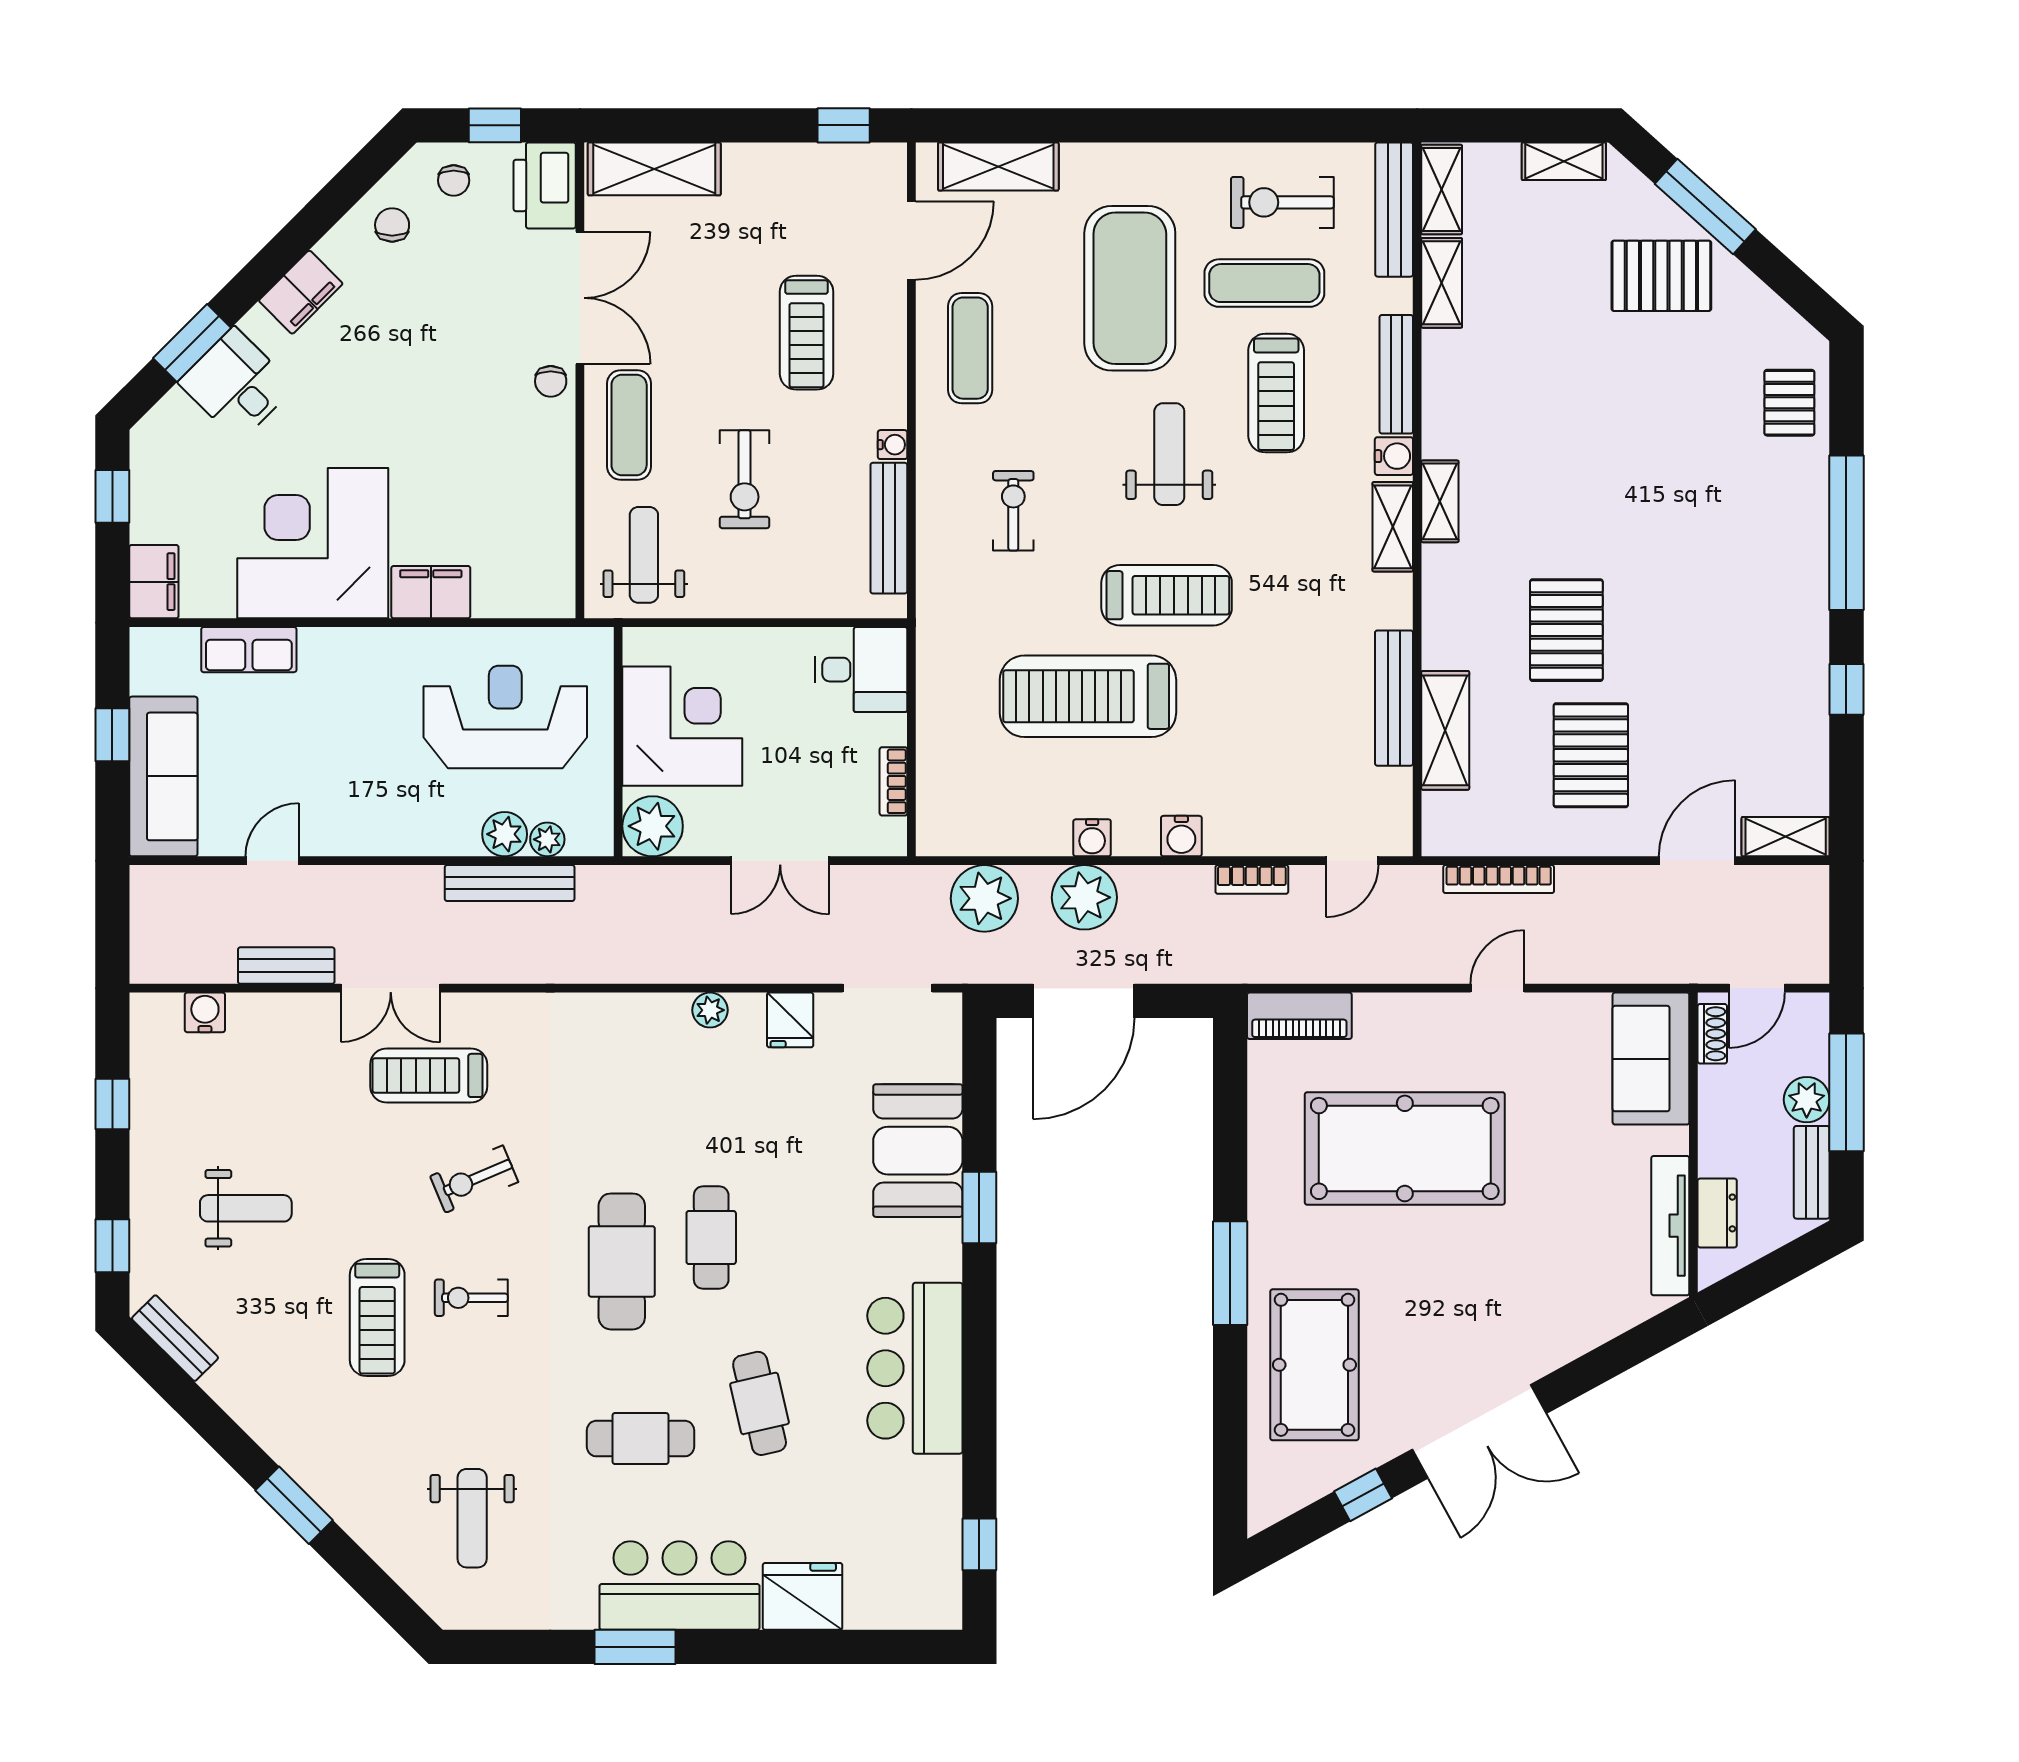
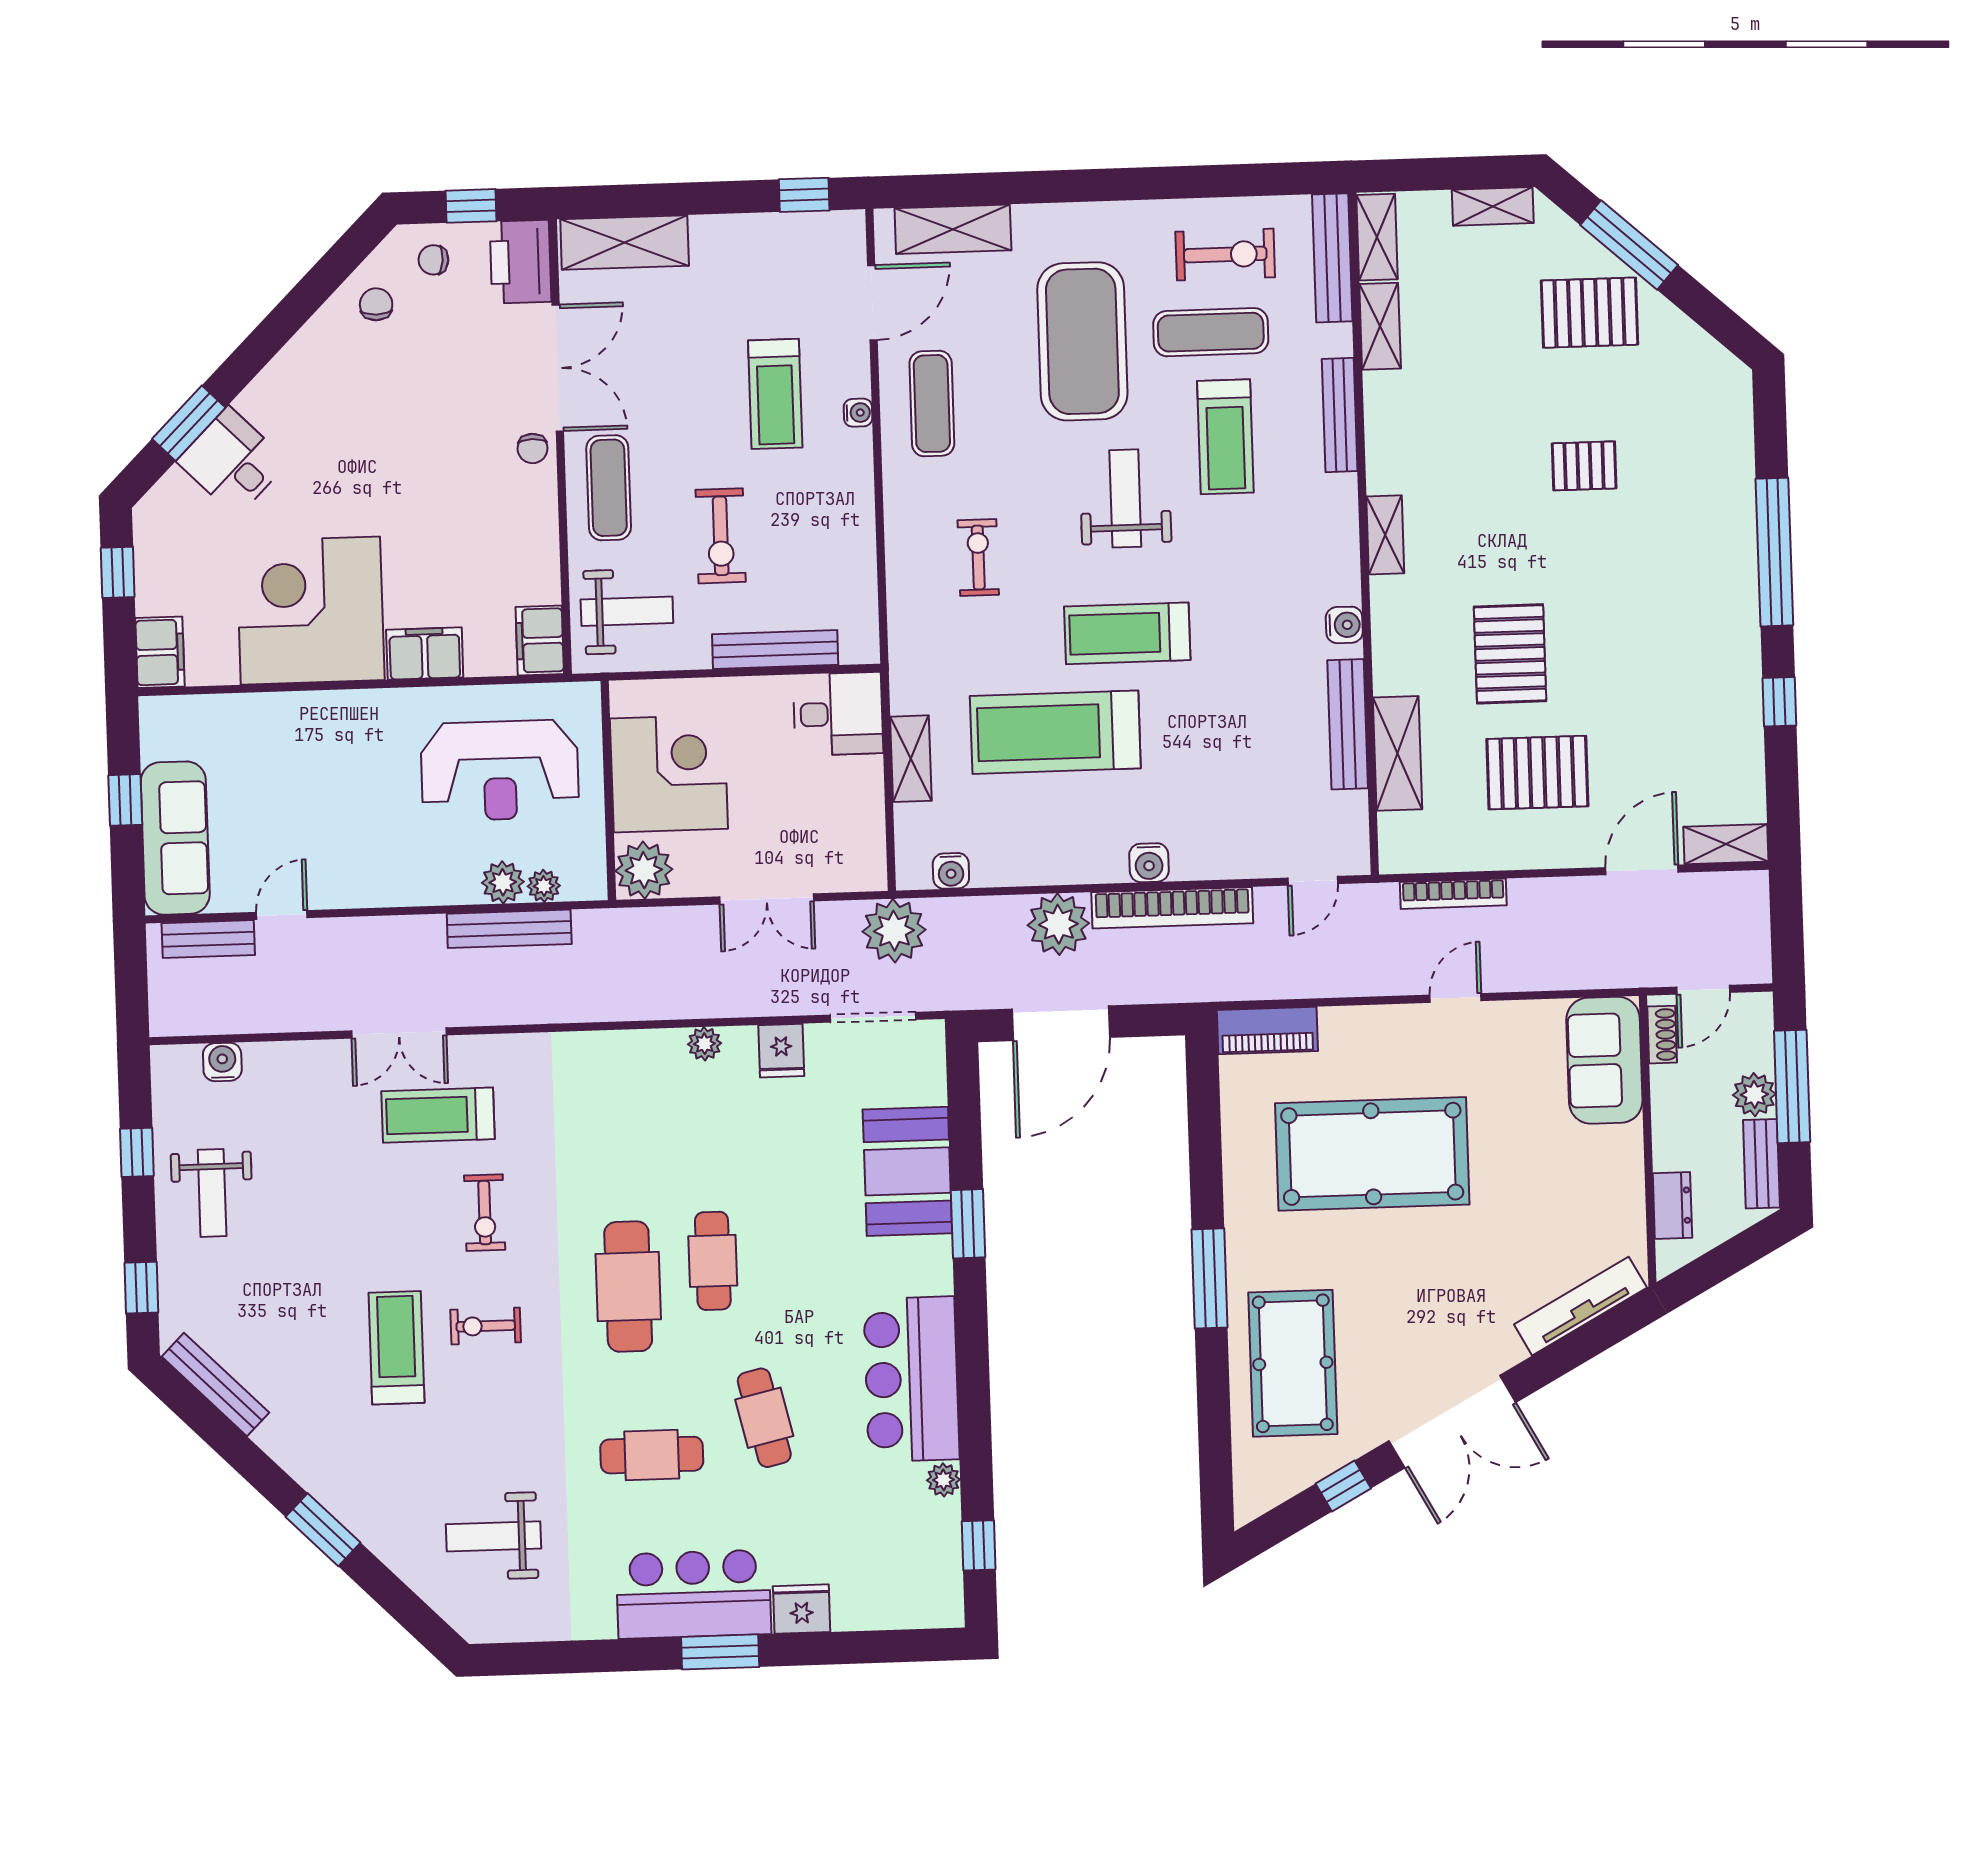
chair: (454, 180) -> (433, 260), turned 95
exercise bike: (1282, 202) -> (1225, 255), turned 180
filing cabinet: (301, 292) -> (540, 640), moved, turned 135
pallet: (1789, 403) -> (1584, 466), moved, turned 90
water cooler: (893, 445) -> (858, 413), moved
water cooler: (1394, 456) -> (1344, 625), moved
shelving: (1393, 527) -> (911, 759), moved
bench: (889, 528) -> (775, 650), moved, turned 90
weight bench: (644, 555) -> (627, 611), turned 90
treadmill: (1167, 595) -> (1127, 633), turned 180
row of seats: (249, 650) -> (253, 714), removed
reception desk: (505, 717) -> (500, 770), turned 180
pallet: (1591, 755) -> (1537, 773), turned 90
bookcase: (893, 781) -> (872, 820), removed
water cooler: (1092, 838) -> (951, 871), moved
bookcase: (1252, 879) -> (1172, 908), width x2.31, depth x1.31
plant: (984, 898) -> (894, 931), moved
bench: (286, 966) -> (208, 939), moved
exercise bike: (474, 1179) -> (485, 1213), turned -67
weight bench: (246, 1208) -> (212, 1193), moved, turned 90
tv unit: (1670, 1226) -> (1580, 1306), moved, turned 61
treadmill: (377, 1317) -> (396, 1348), turned 180
bench: (175, 1338) -> (215, 1385), width x1.36
plant: (945, 1475) -> (943, 1480), added
weight bench: (472, 1518) -> (493, 1536), turned 90
fridge: (803, 1596) -> (802, 1609), width x0.73, depth x0.75
window: (635, 1647) -> (720, 1652), moved

